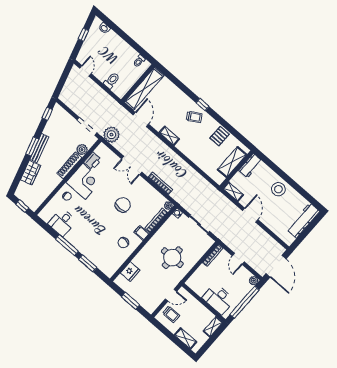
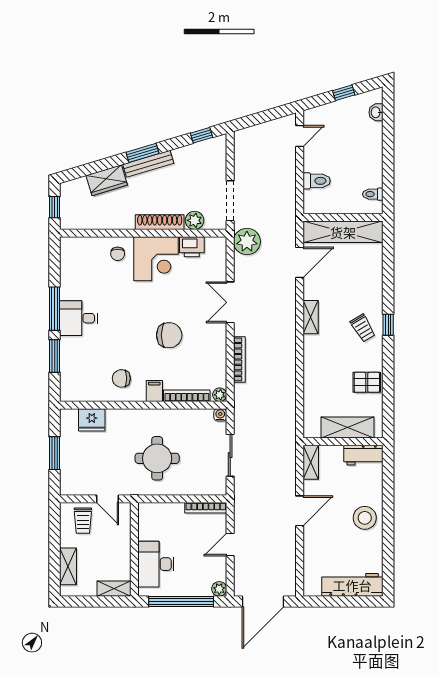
desk: (62, 222) -> (79, 318), moved

